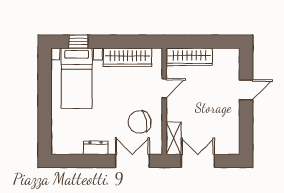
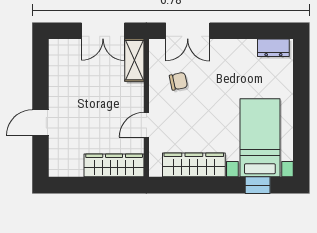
chair: (140, 122) -> (178, 81), width x0.54, depth x0.54
dresser: (96, 148) -> (273, 48), moved

